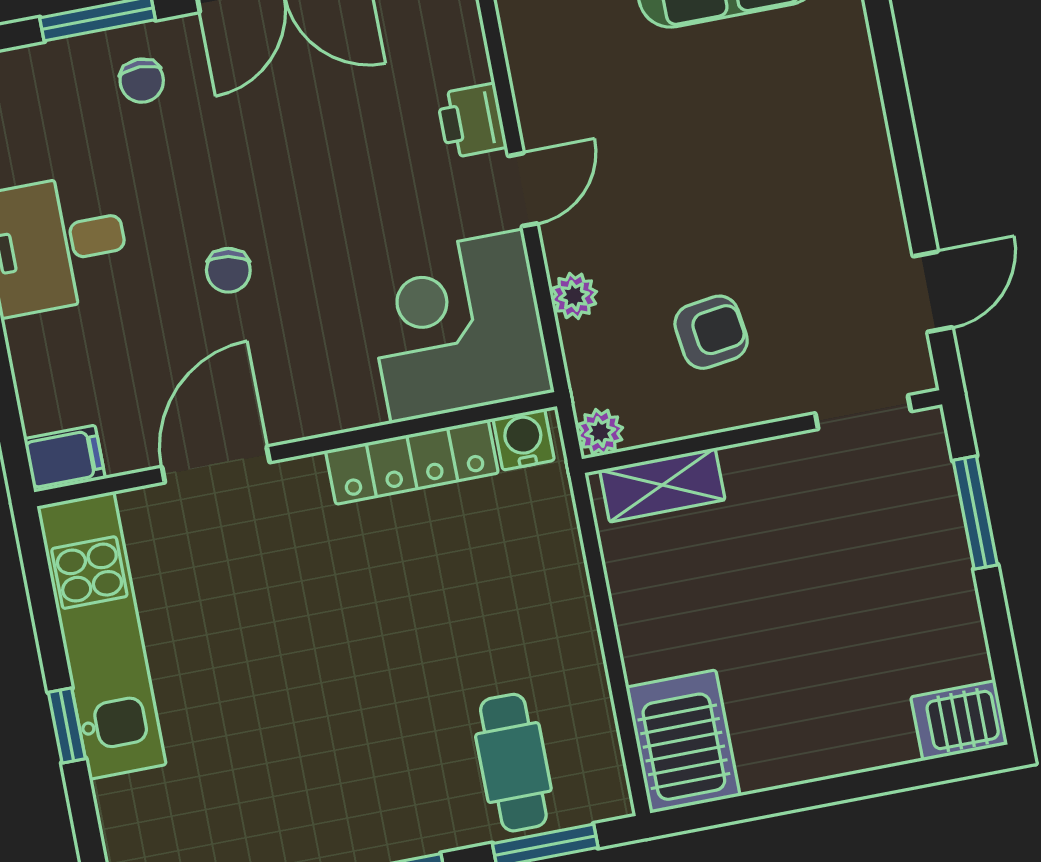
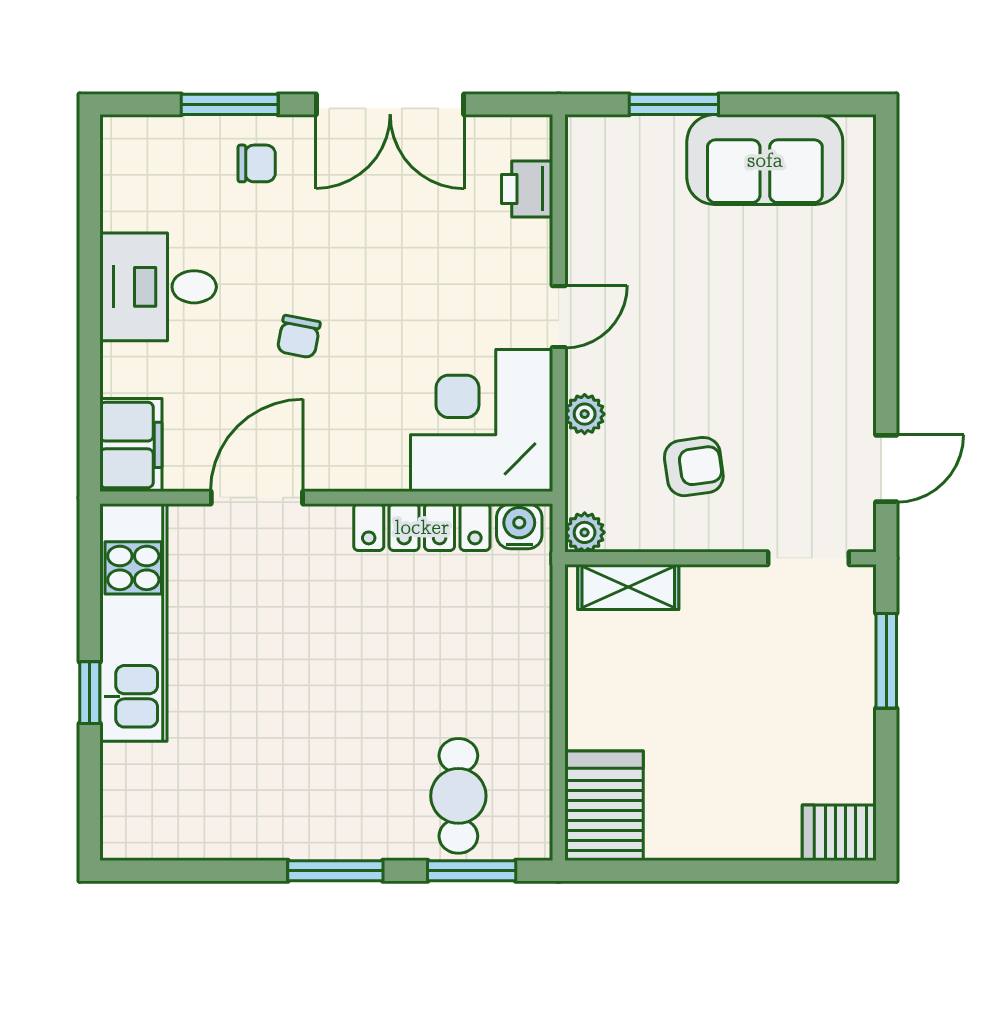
chair: (142, 81) -> (257, 163), turned -90
printer: (472, 121) -> (527, 189), moved
filing cabinet: (65, 459) -> (131, 445), width x2.00

